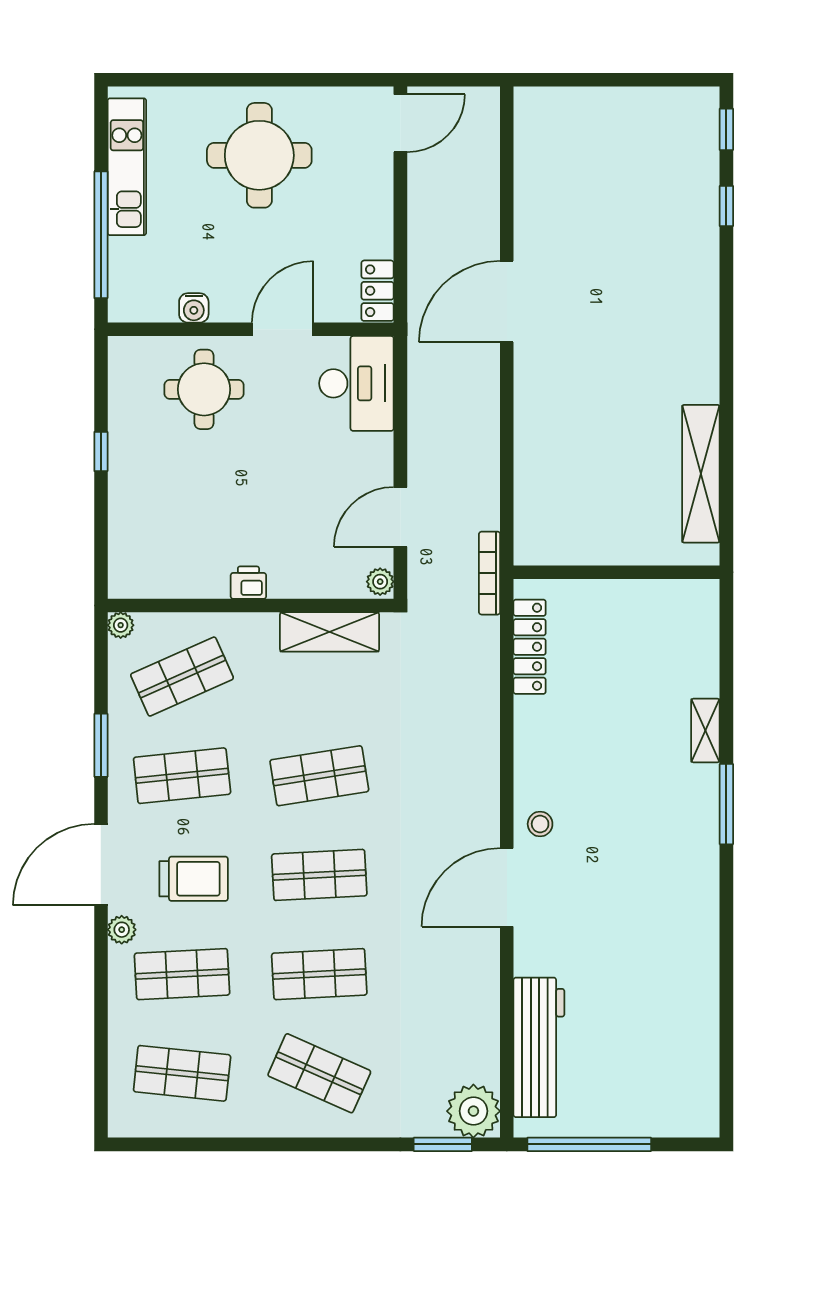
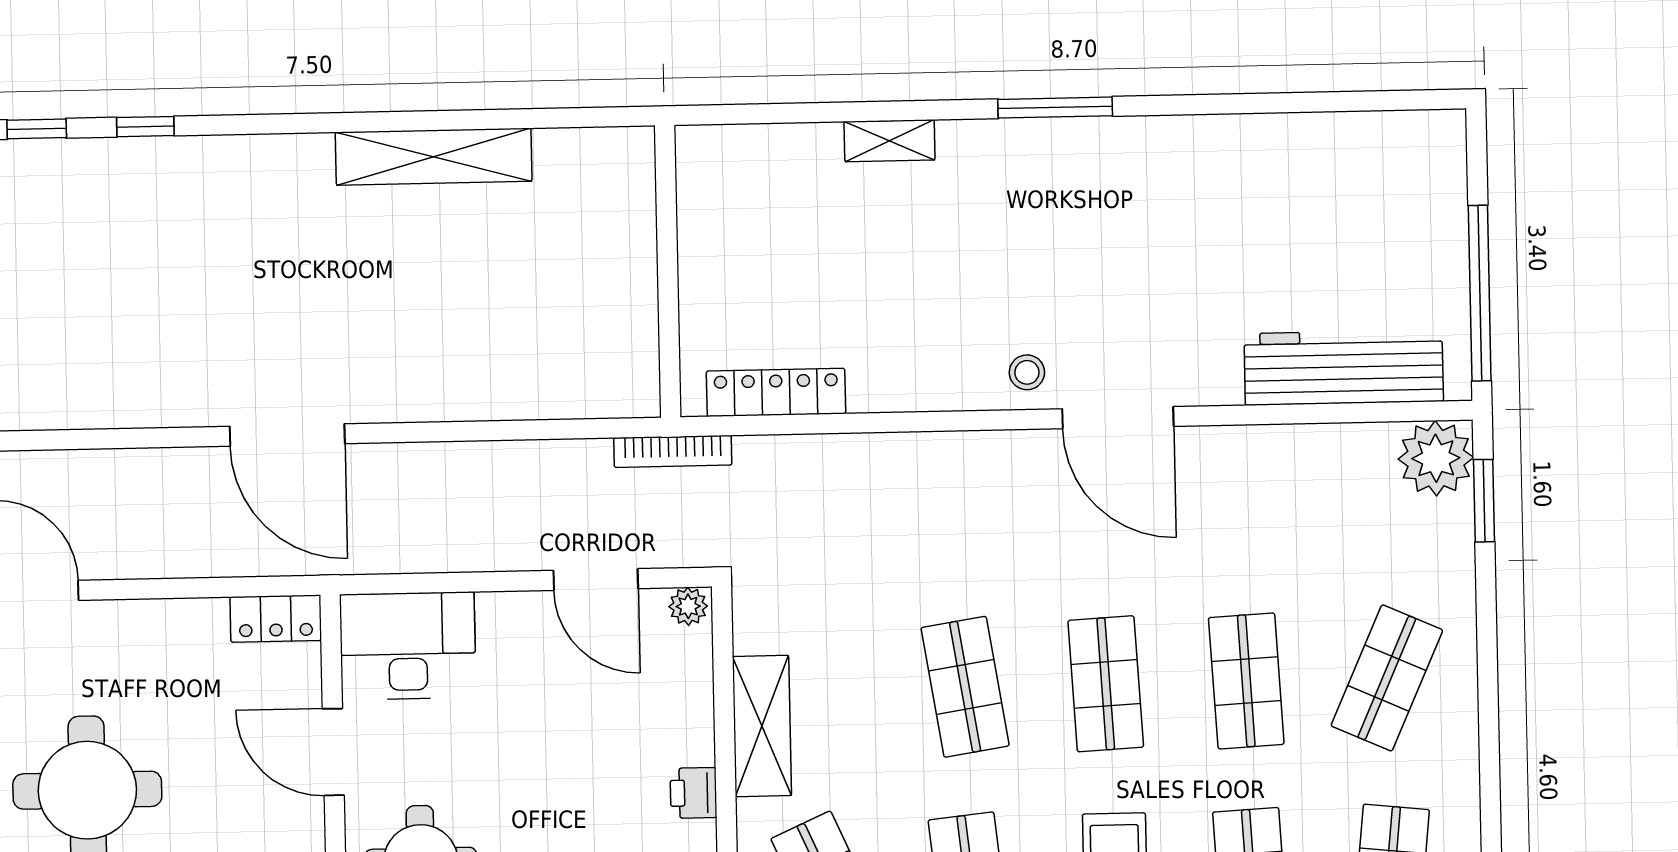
shelving: (701, 474) -> (434, 157), moved
shelving: (330, 632) -> (762, 726), moved
window: (726, 804) -> (1055, 108), moved

